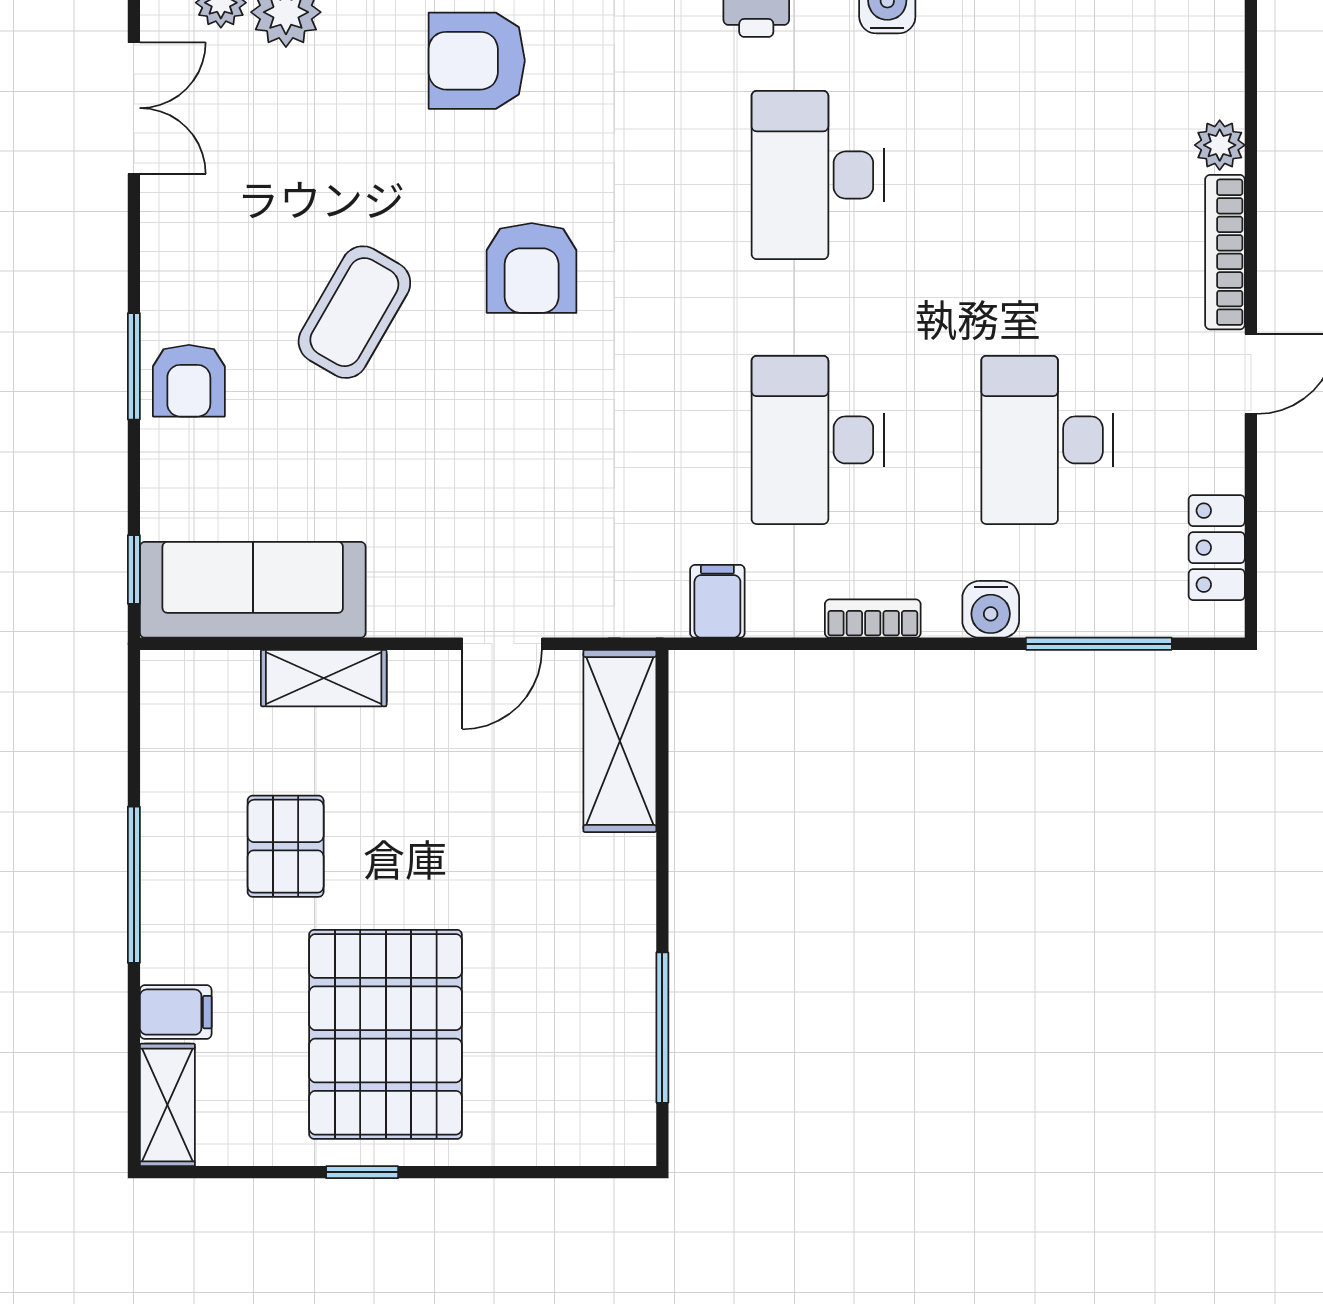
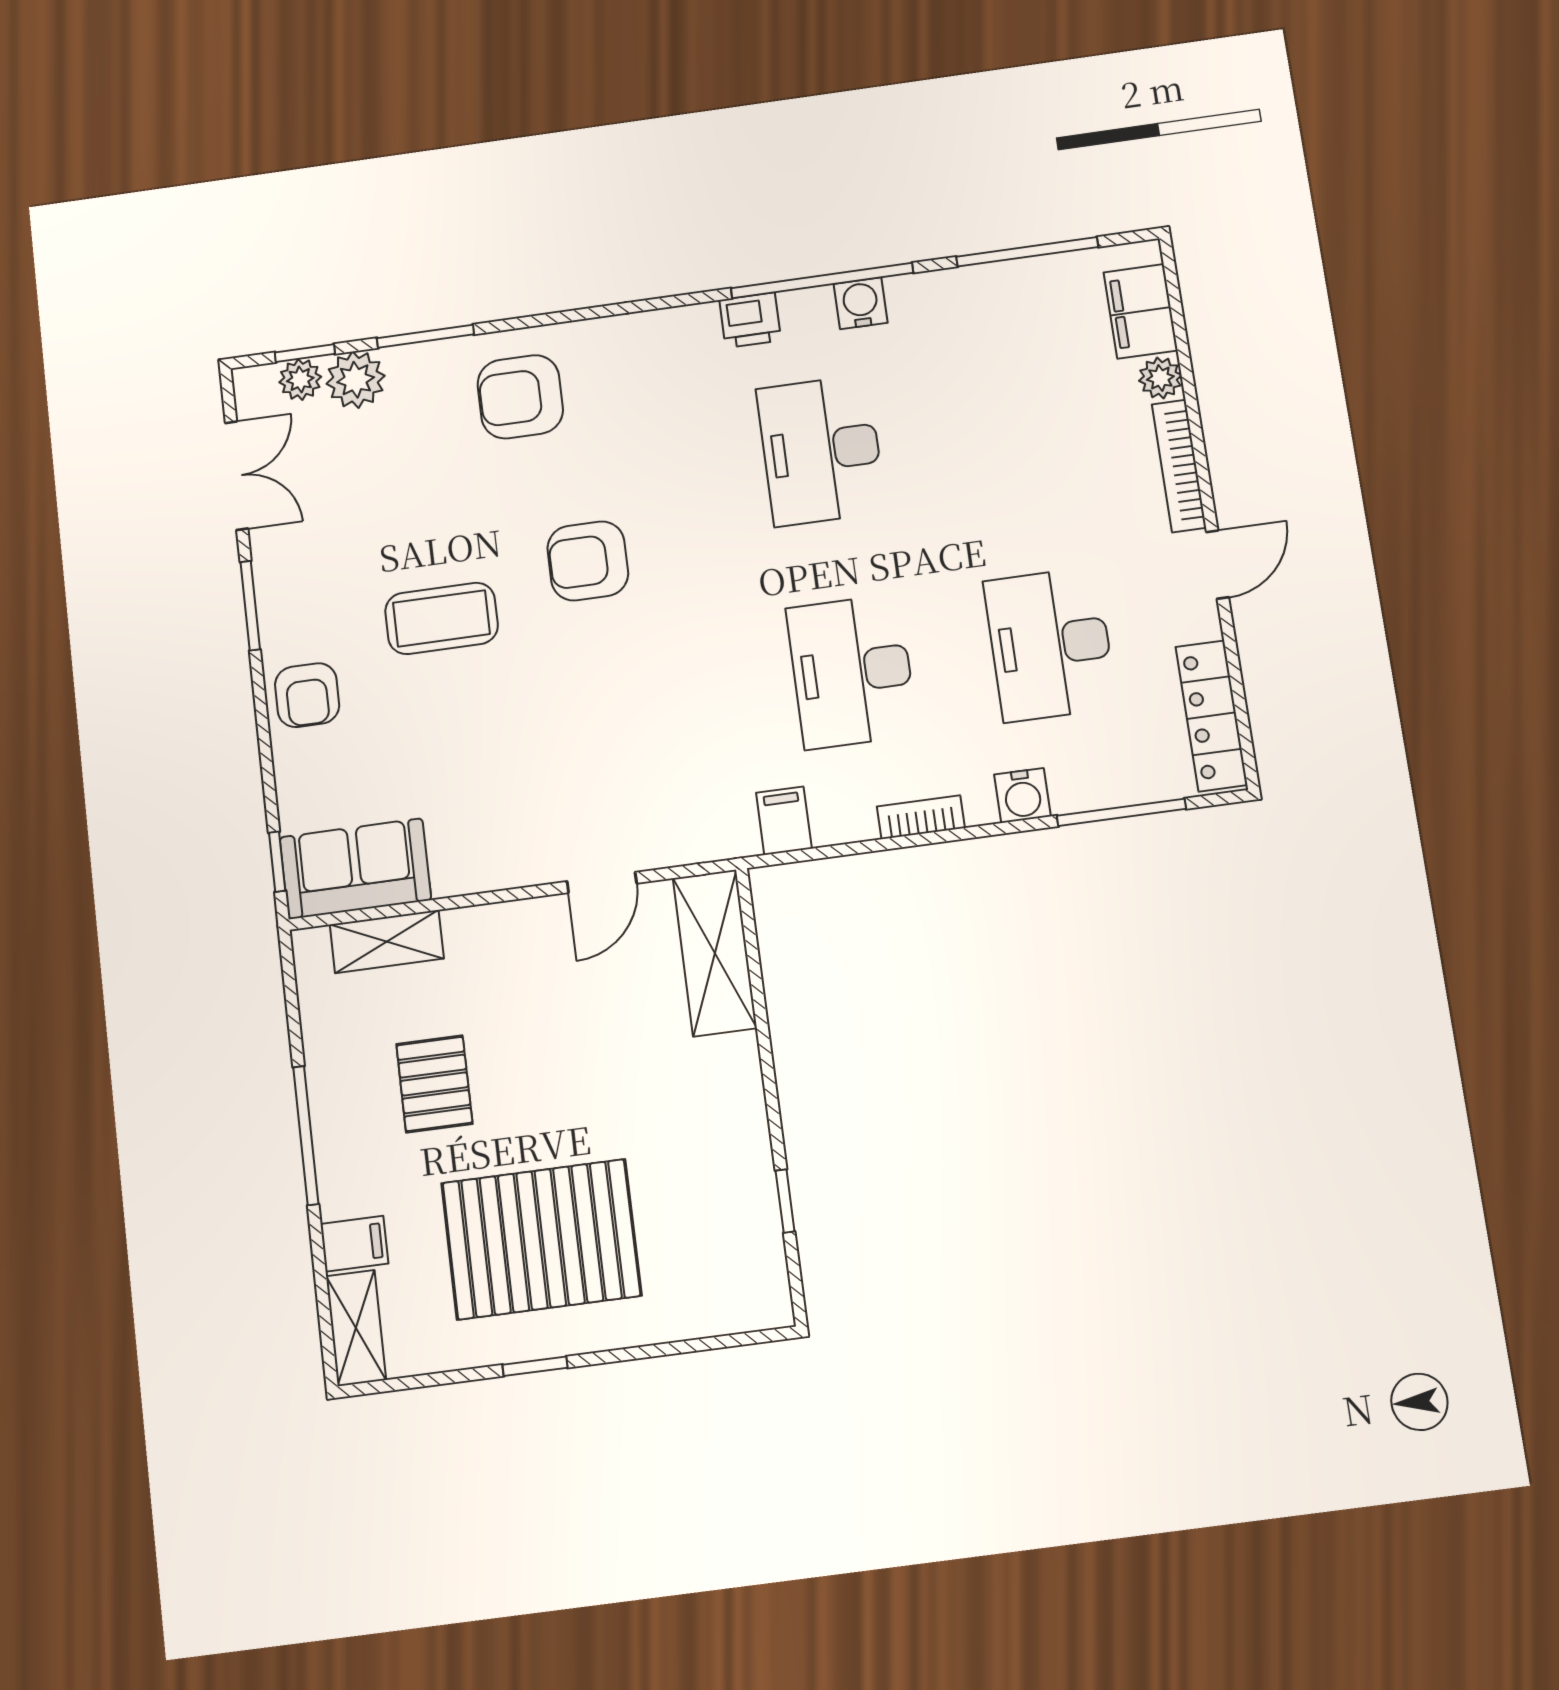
filing cabinet: (1209, 62) -> (1141, 311), added
armchair: (532, 268) -> (588, 561), turned 90
coffee table: (354, 312) -> (442, 618), turned 60
window: (134, 366) -> (250, 606), moved
locker: (1217, 548) -> (1211, 716), width x1.53
sofa: (253, 590) -> (355, 869), width x0.73
shelving: (324, 678) -> (387, 941), moved
window: (662, 1028) -> (785, 1201), width x0.46
pallet: (386, 1034) -> (541, 1239), turned 90

